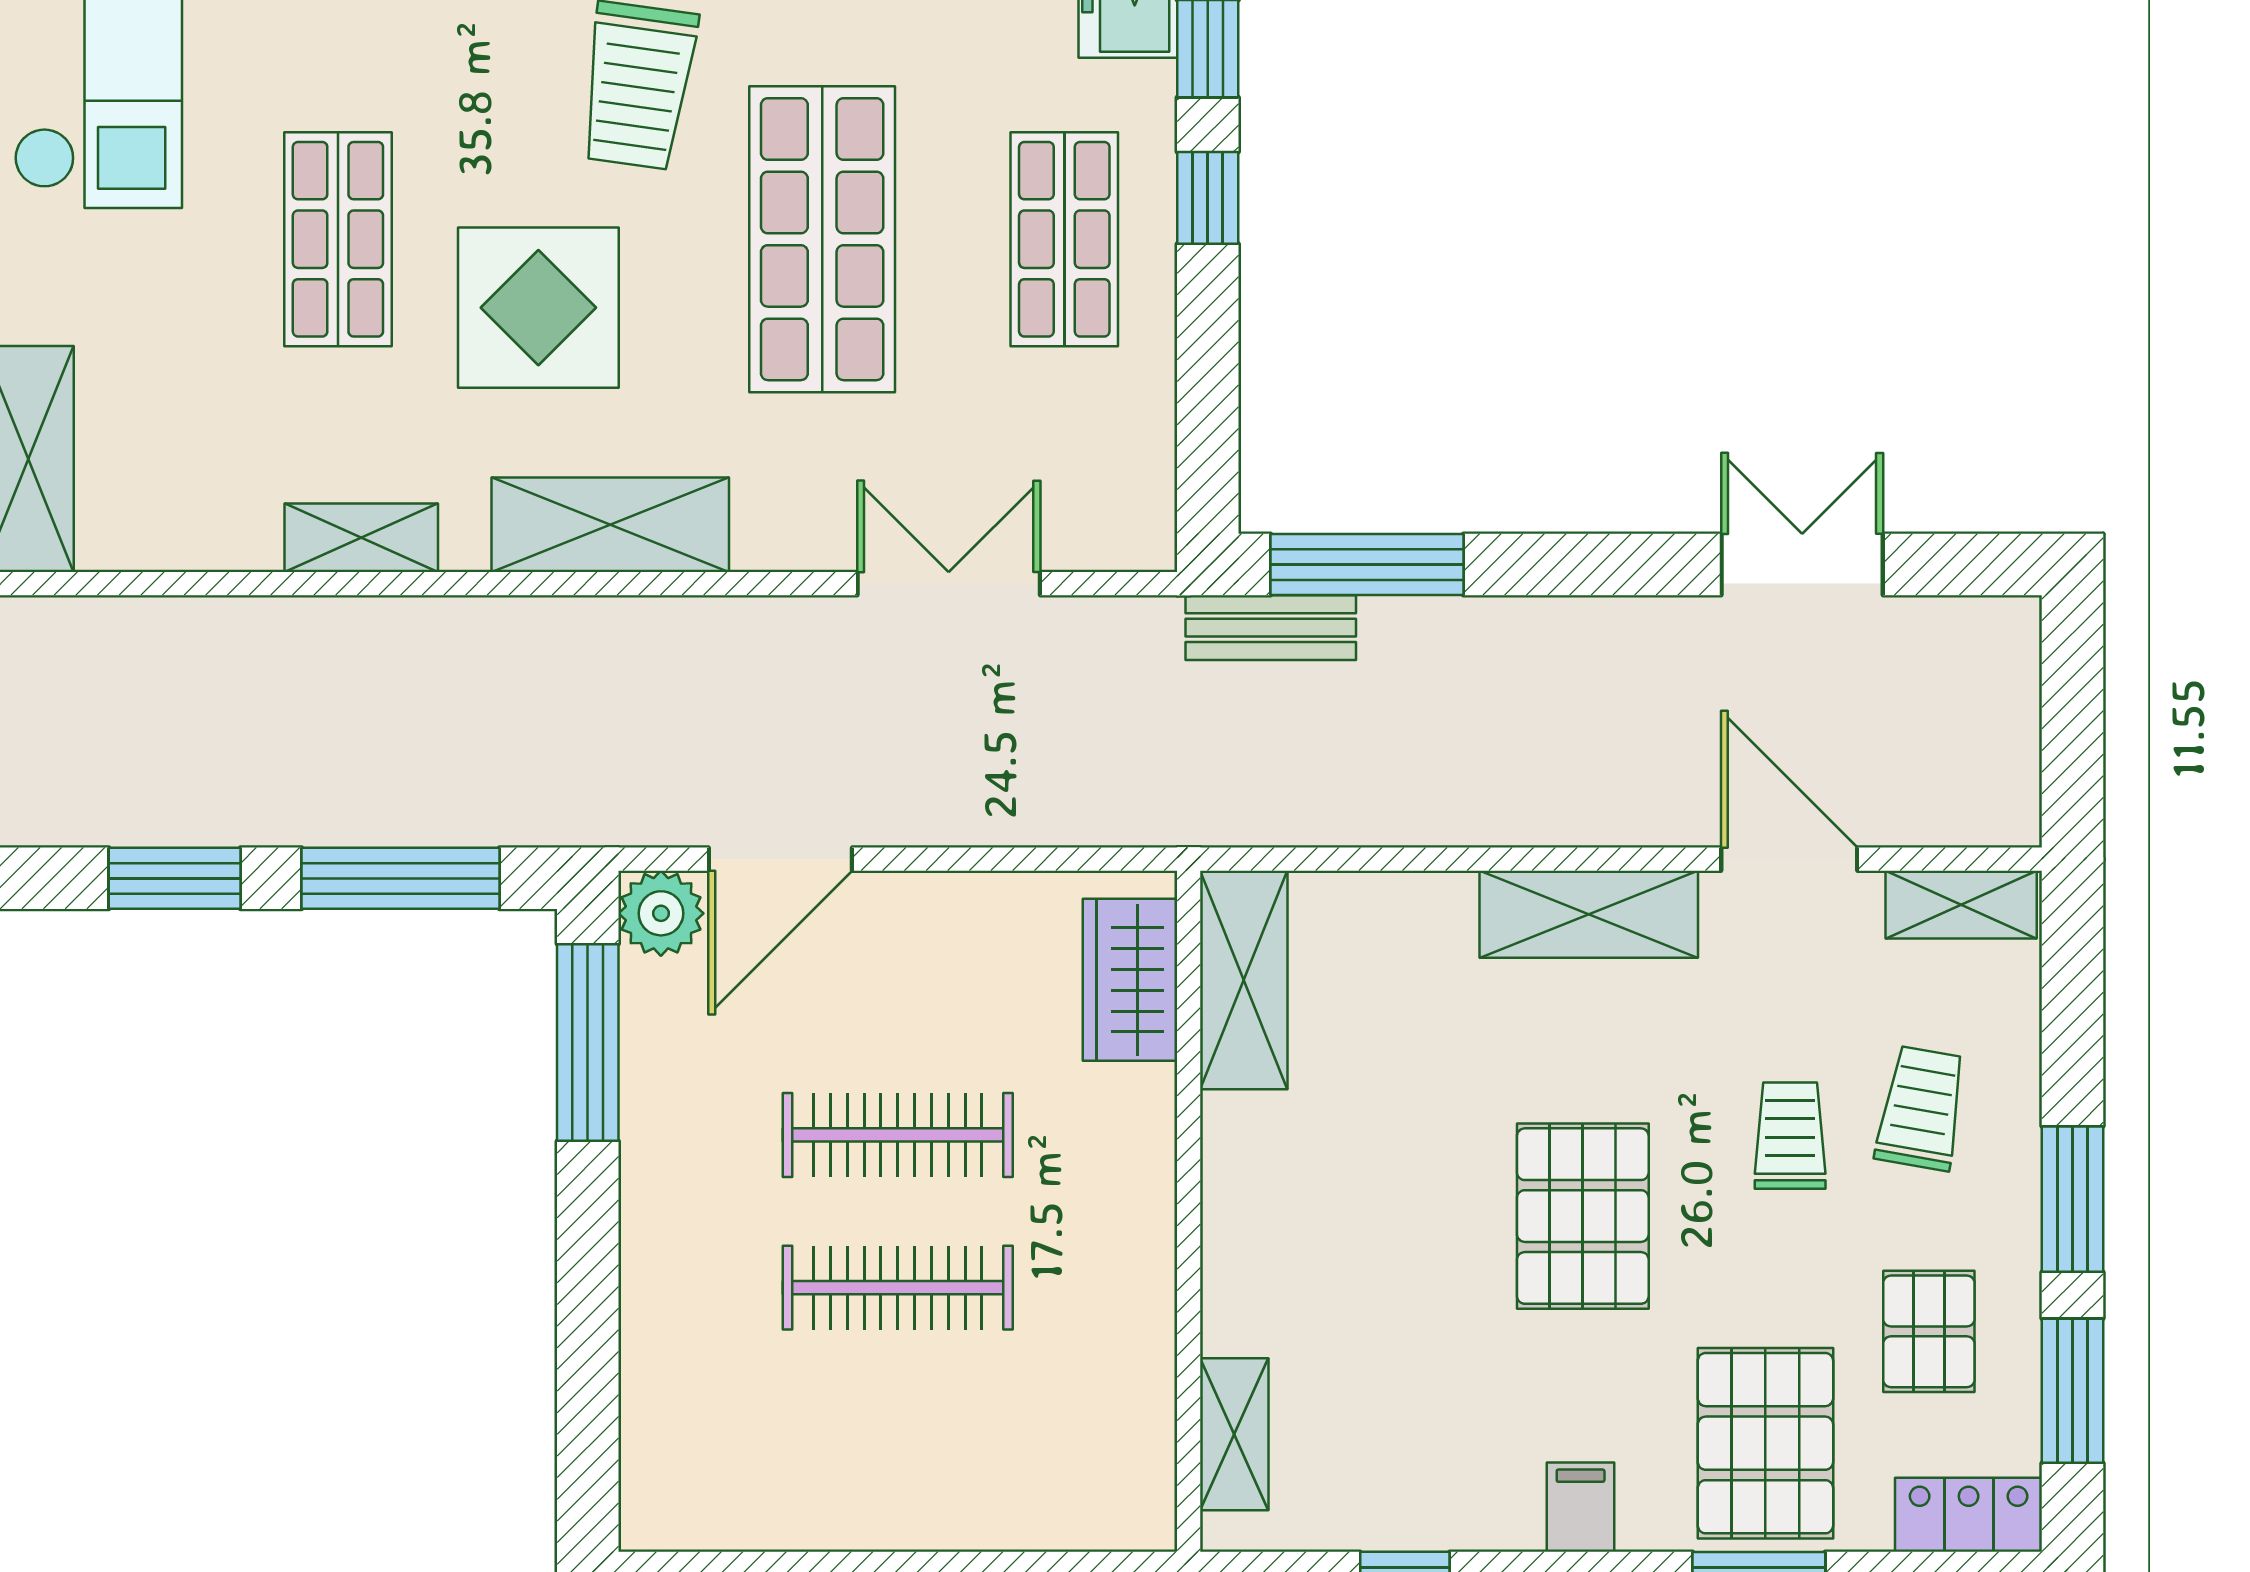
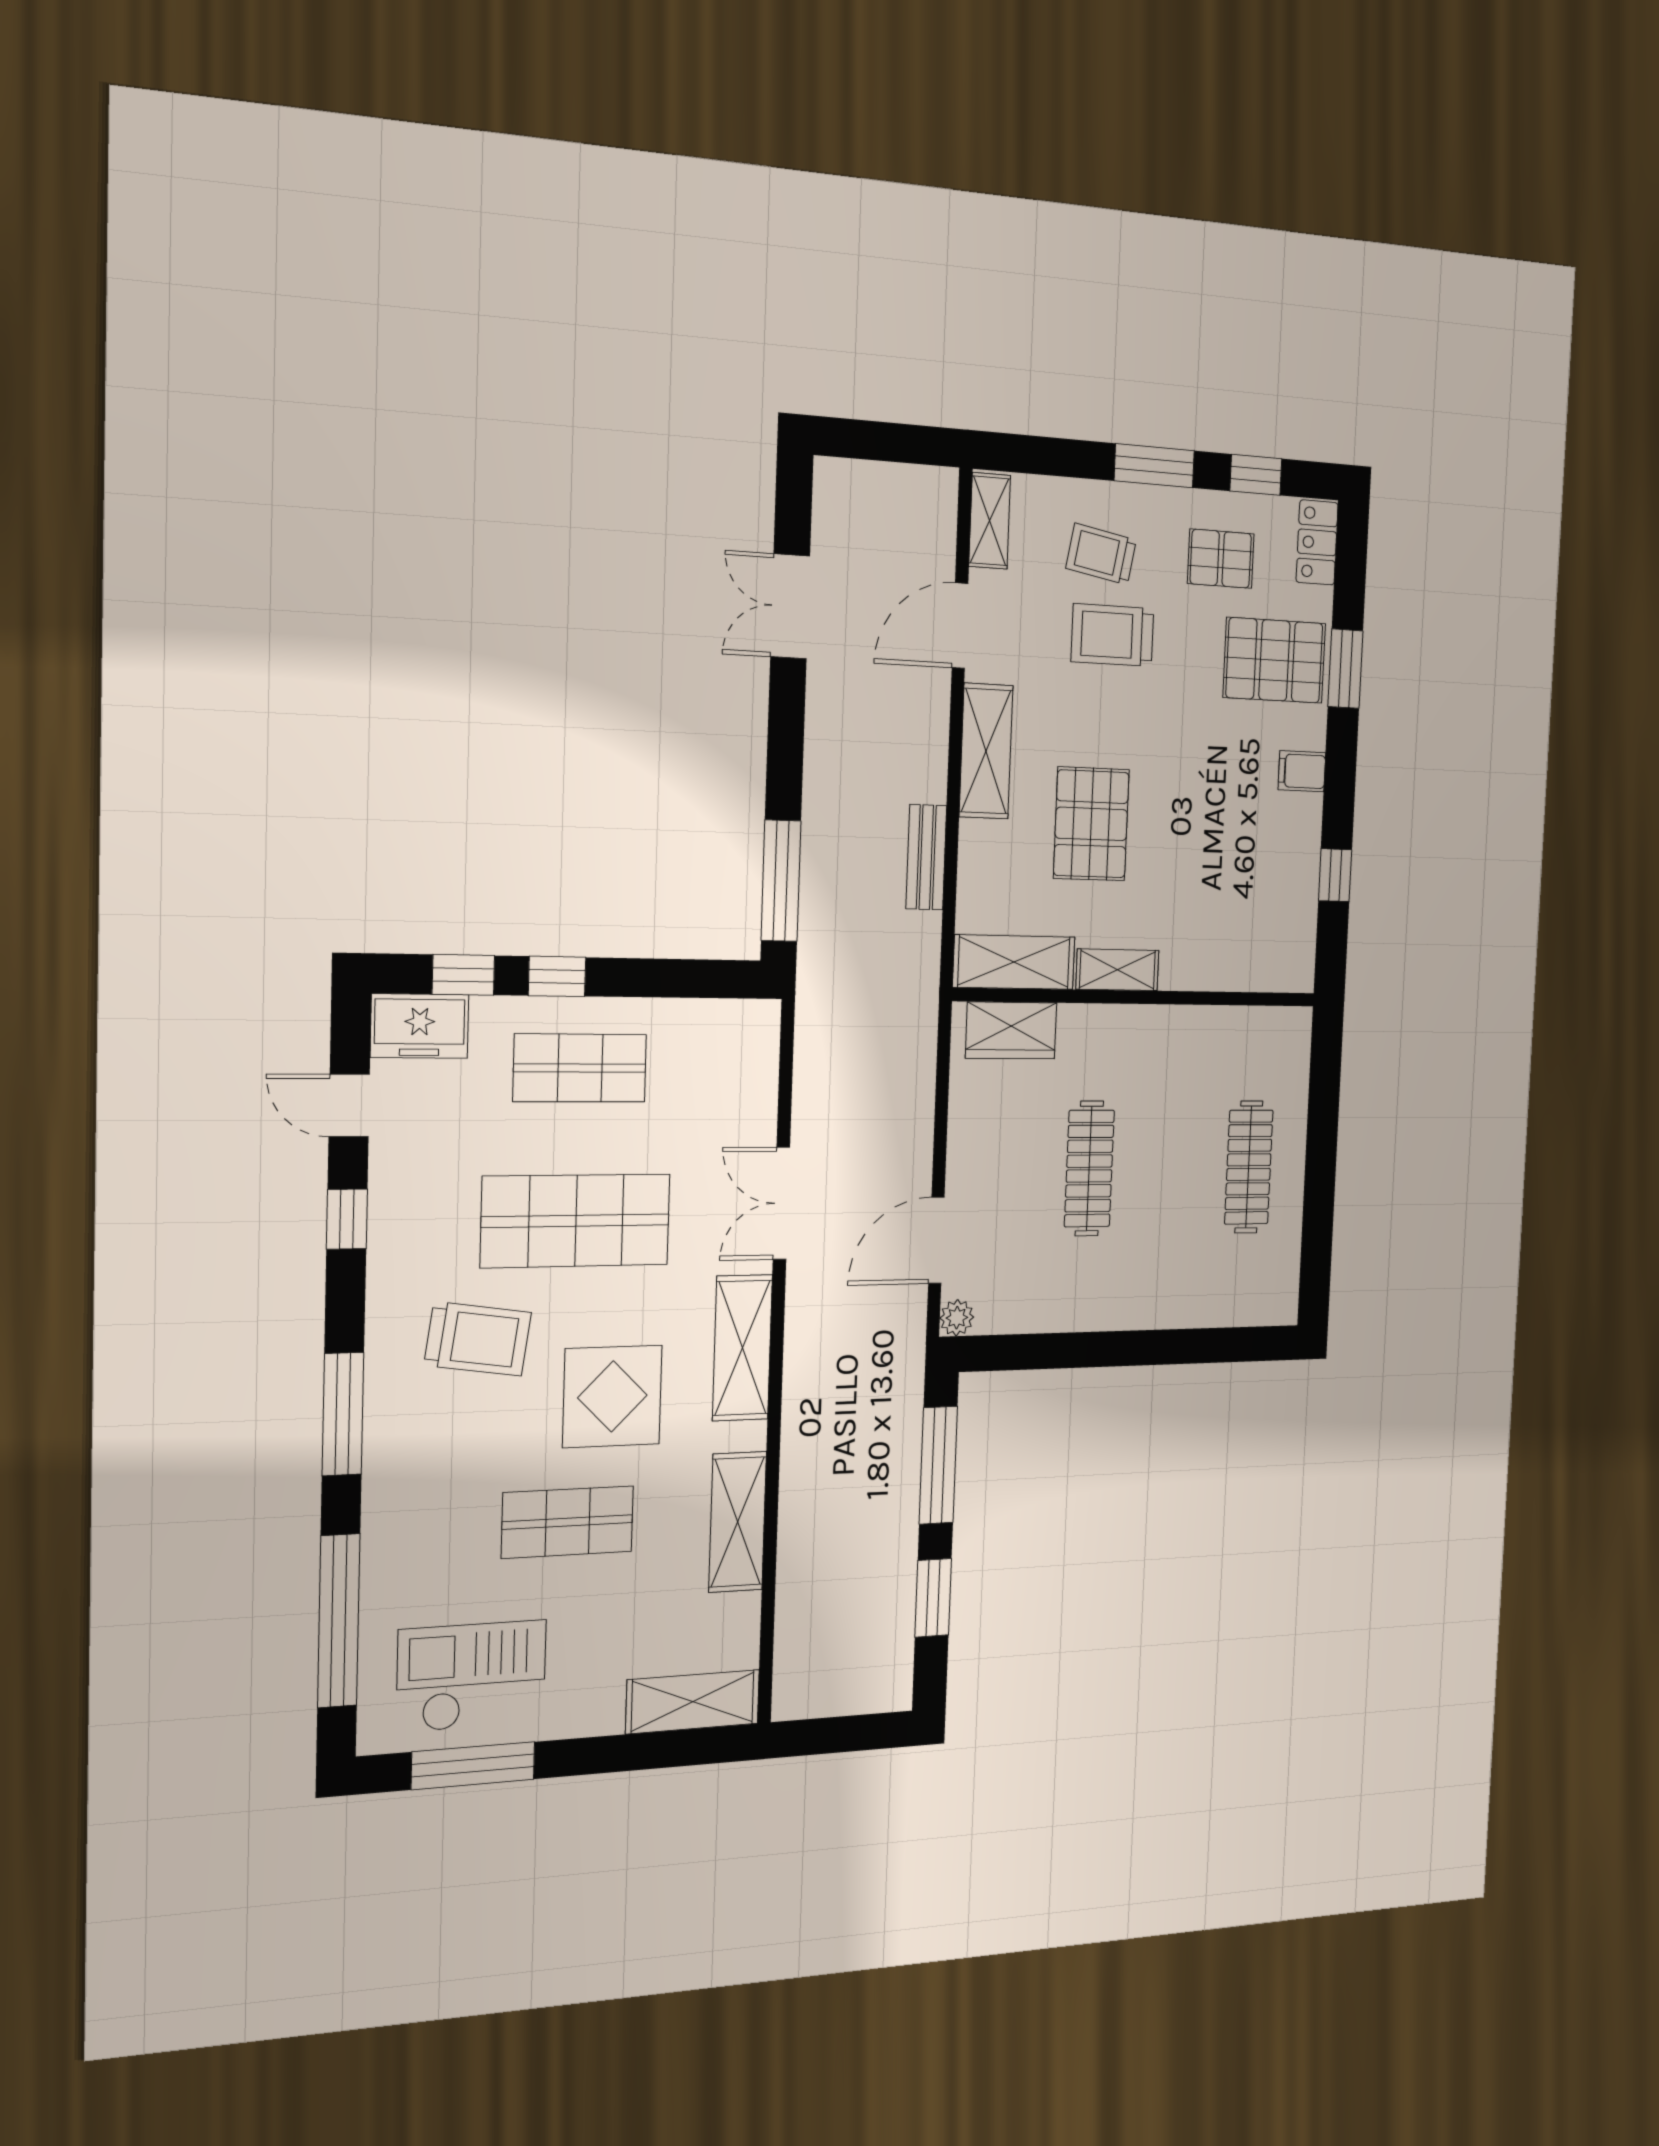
shelving: (361, 538) -> (738, 1522), width x1.50, depth x1.33
double door: (949, 584) -> (781, 1203), moved
bench: (1271, 628) -> (926, 857), moved
door: (780, 859) -> (936, 1240), swing flipped
plant: (661, 913) -> (957, 1318), width x0.73, depth x0.73
window: (588, 1043) -> (1032, 1352), removed
trolley: (1790, 1136) -> (1113, 635), width x1.36, depth x1.39
pallet: (1583, 1216) -> (1091, 824), moved, turned 90
clothes rail: (898, 1288) -> (1249, 1167), moved
window: (2073, 1391) -> (1256, 475), width x0.67
shelving: (1234, 1434) -> (1117, 970), moved

